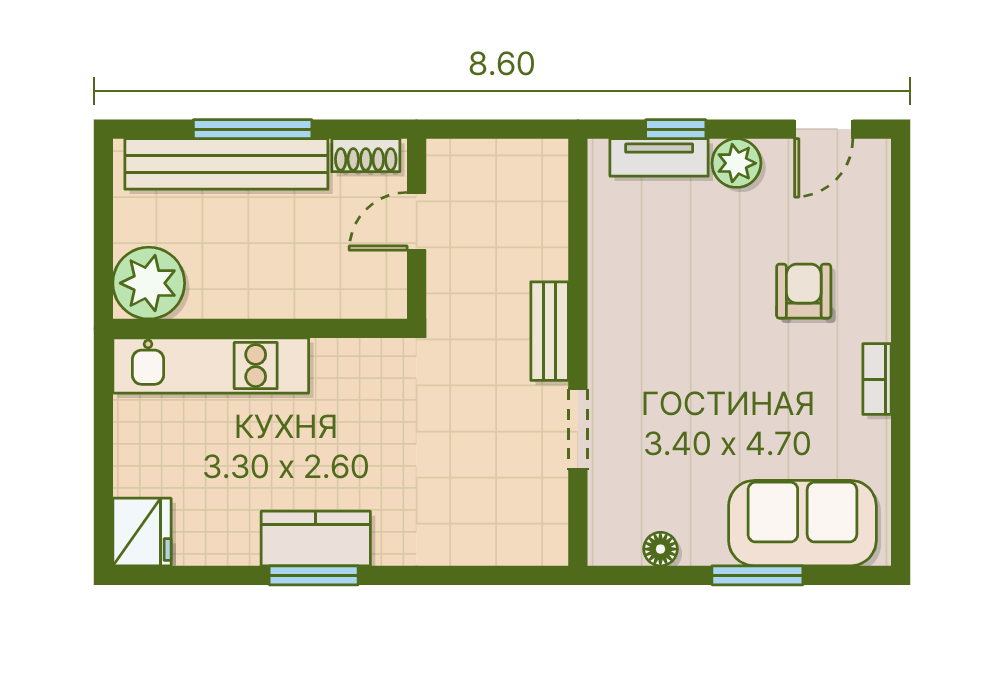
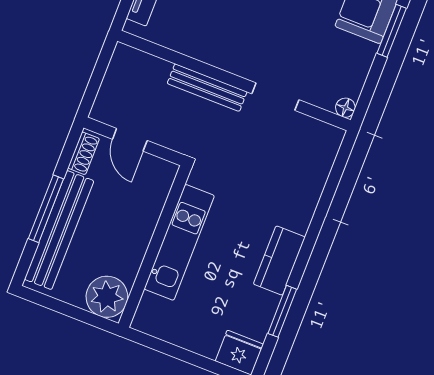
bench: (550, 331) -> (207, 88), width x1.36
kitchen unit: (211, 366) -> (179, 242), moved
floor lamp: (660, 549) -> (345, 108), moved
window: (314, 575) -> (282, 311), moved

